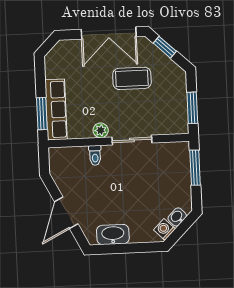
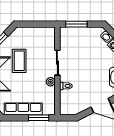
window: (192, 108) -> (39, 24), removed
row of seats: (56, 109) -> (23, 109), moved

